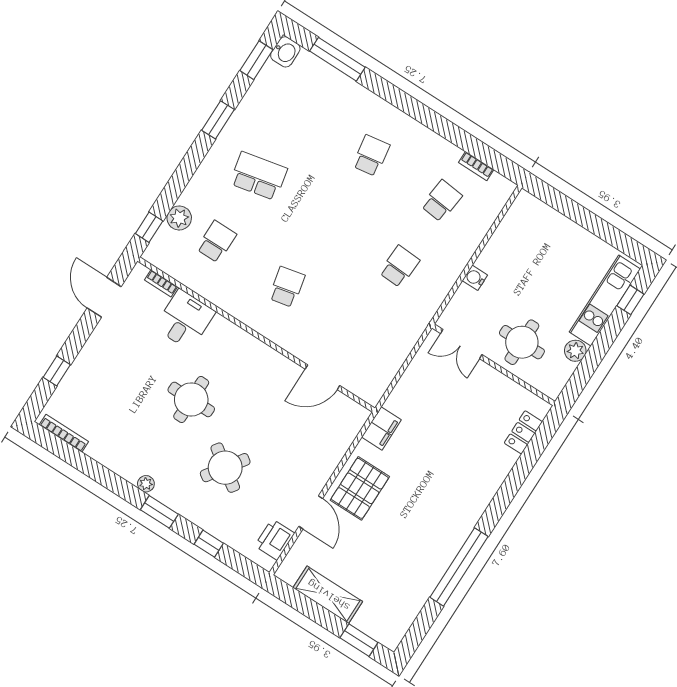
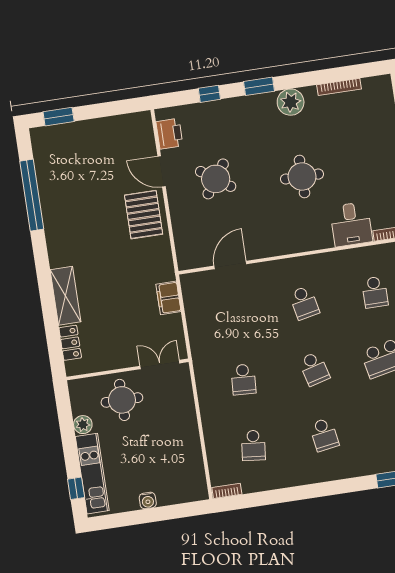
bookcase: (476, 166) -> (227, 491), moved
school desk: (329, 221) -> (314, 369), added
water cooler: (475, 278) -> (148, 501), moved, turned 90
filing cabinet: (381, 428) -> (168, 298), moved
bookcase: (64, 433) -> (339, 87), moved
round table: (225, 468) -> (216, 179), moved
plant: (146, 484) -> (291, 102), width x1.87, depth x1.87
window: (459, 567) -> (32, 195), moved
shelving: (328, 595) -> (66, 296), moved, turned 90

